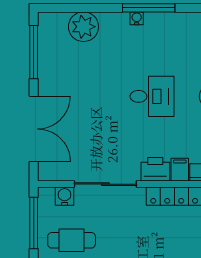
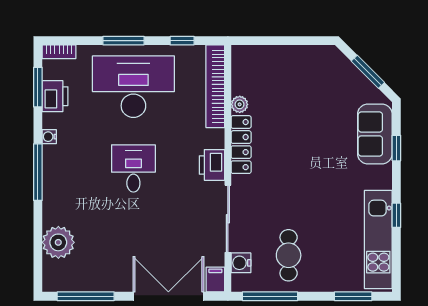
water cooler: (137, 18) -> (49, 137), moved
filing cabinet: (180, 170) -> (215, 280), moved, turned 90

